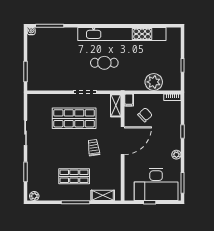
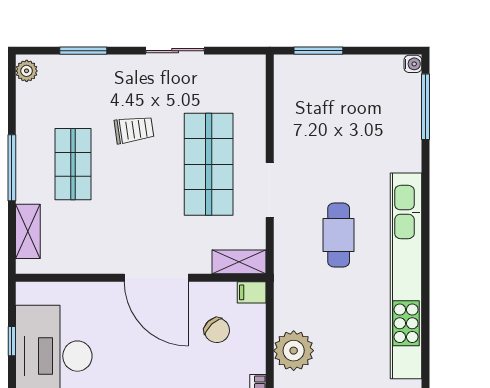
trolley: (94, 148) -> (134, 130), moved

